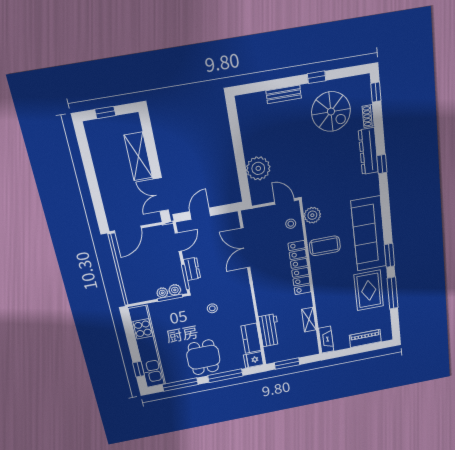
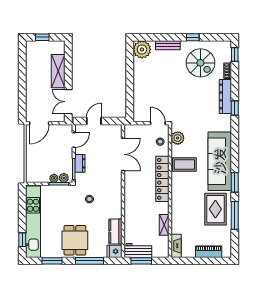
plant: (258, 168) -> (142, 49), moved
double door: (245, 248) -> (123, 154), swing flipped
workbench: (269, 330) -> (138, 250), moved, turned -90
window: (180, 385) -> (52, 261), width x0.69

